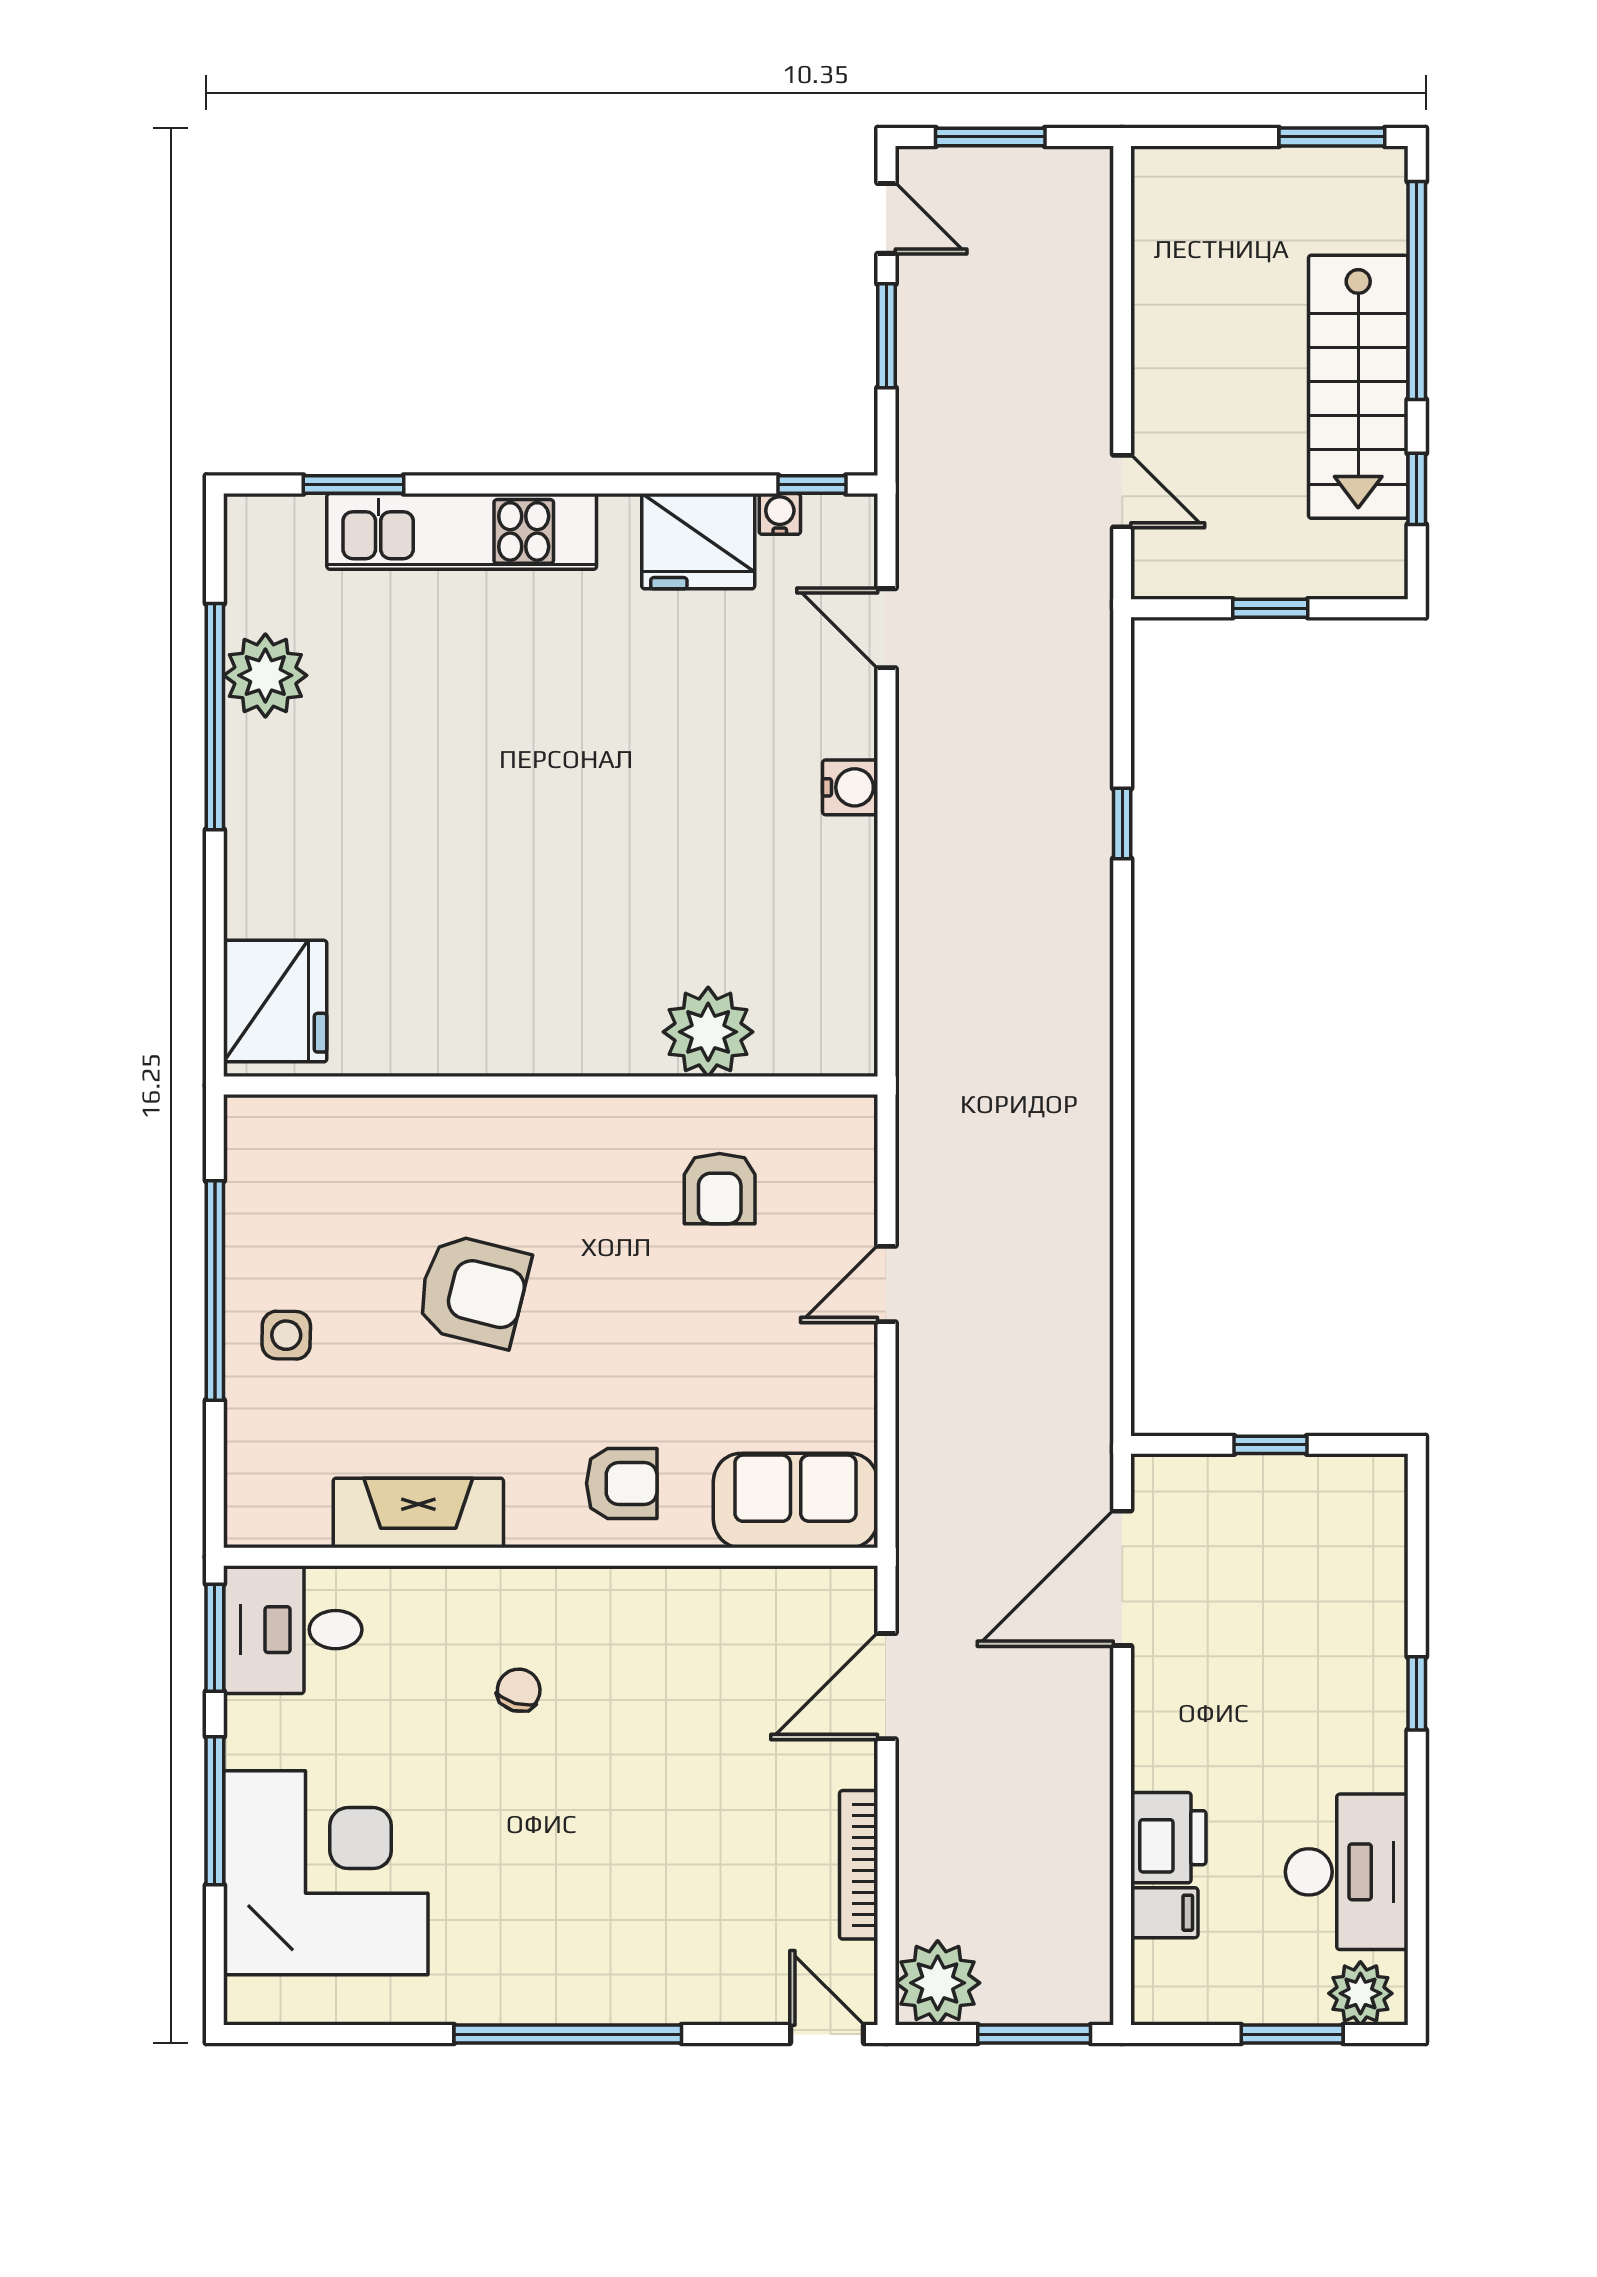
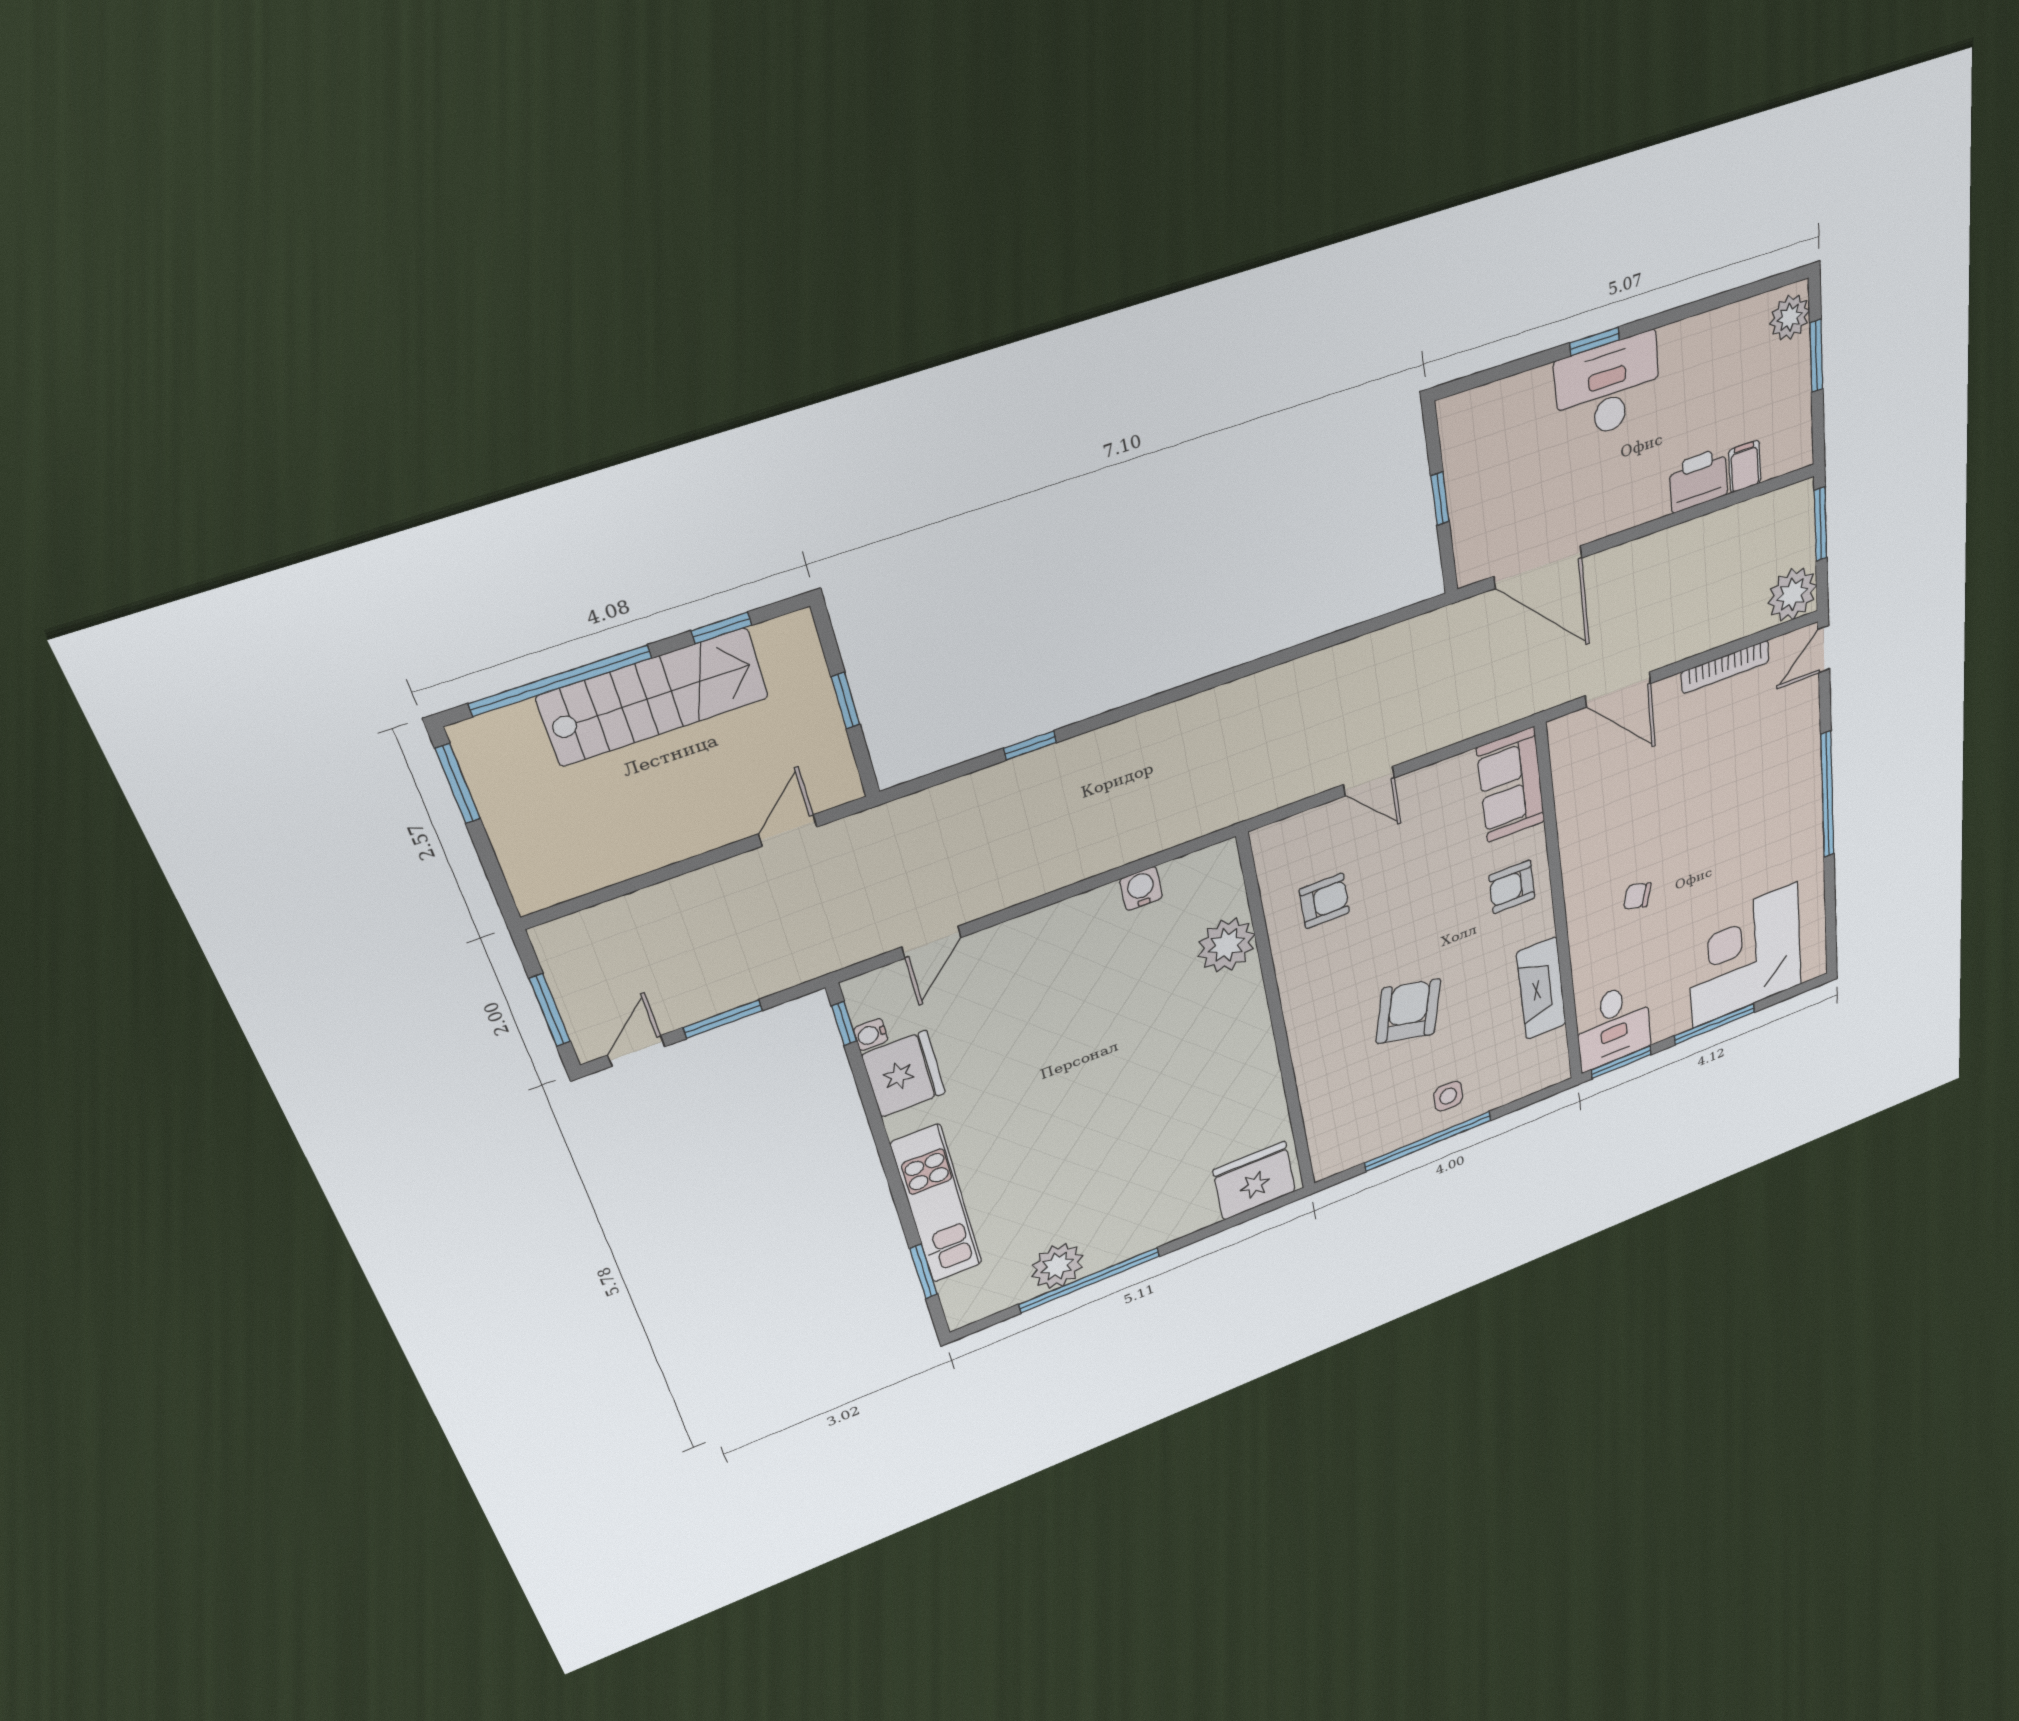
water cooler: (850, 787) -> (1141, 889), moved
armchair: (622, 1483) -> (1512, 887), turned -90
desk: (1347, 1872) -> (1608, 388), moved

